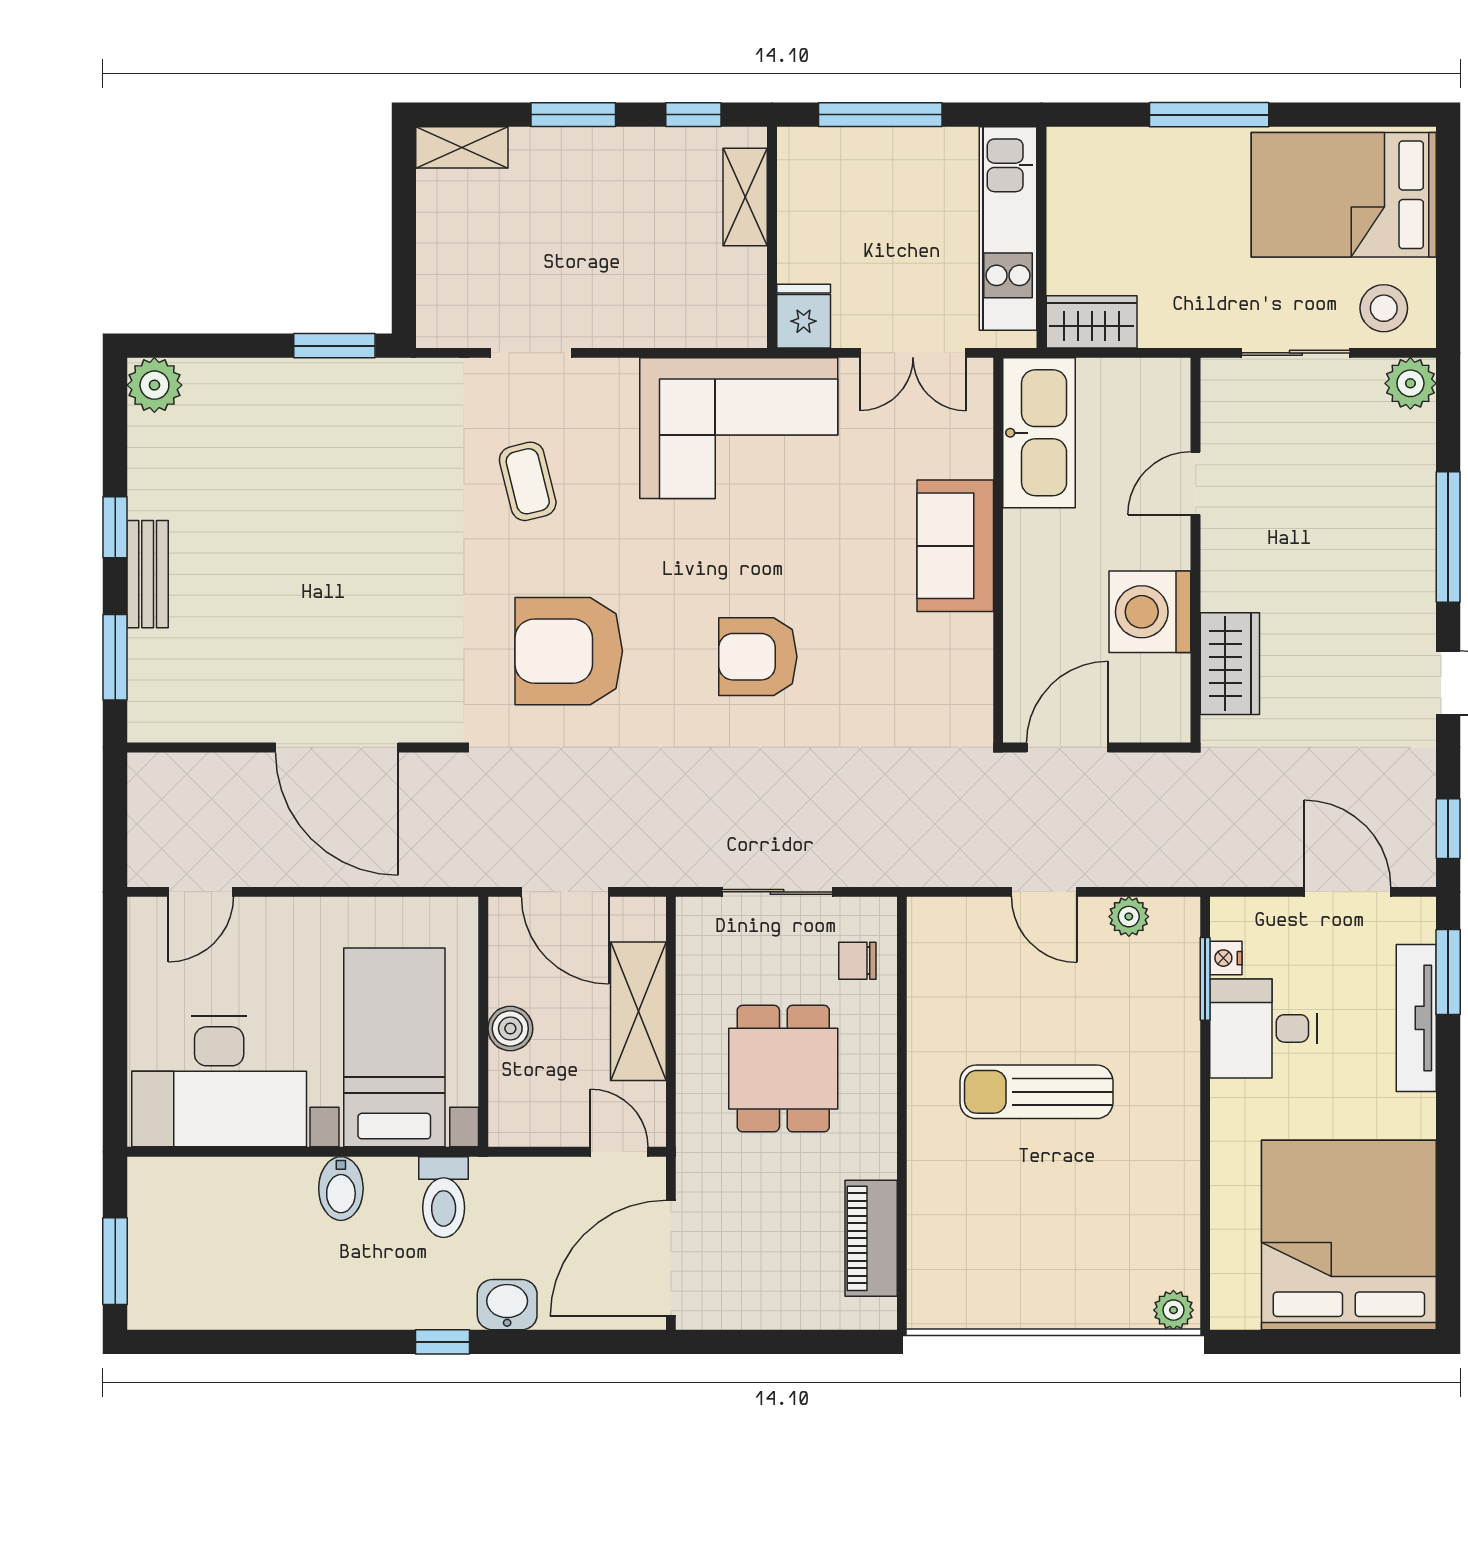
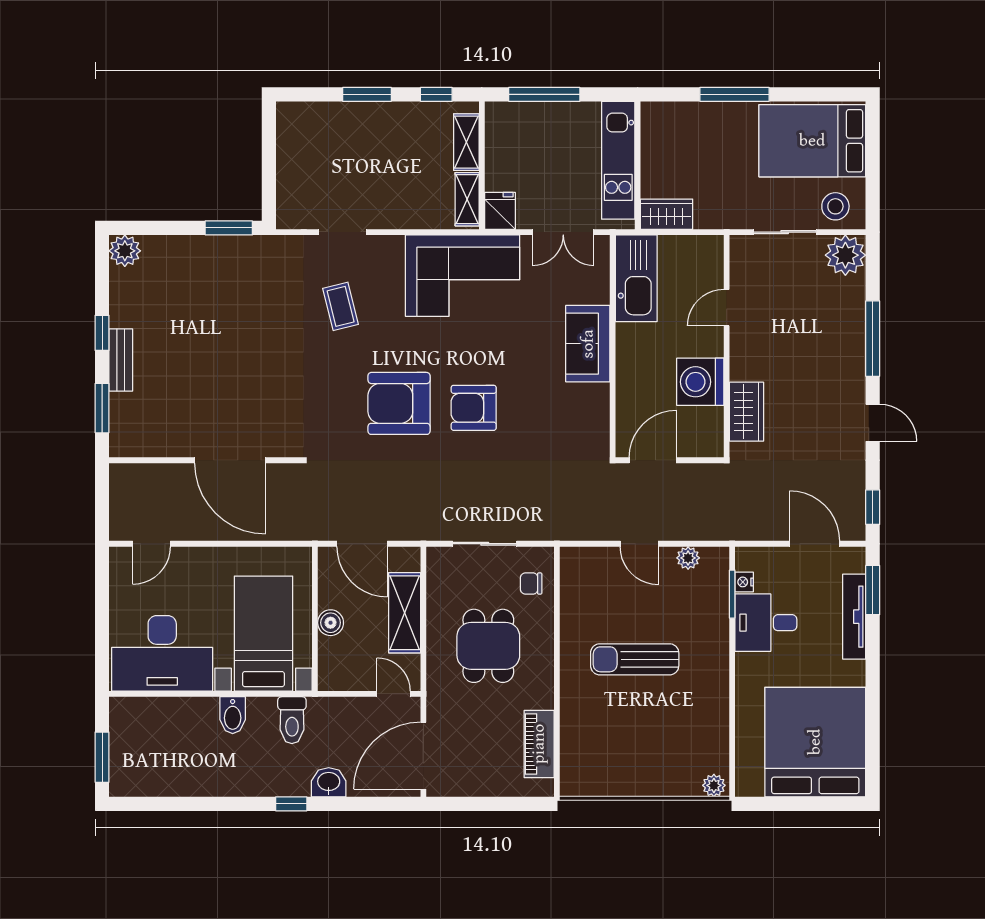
shelving: (462, 147) -> (467, 199), moved, turned 90
plant: (1410, 383) -> (845, 255), width x1.36, depth x1.36
armchair: (569, 651) -> (399, 403), moved

